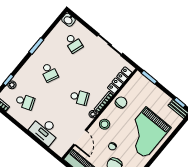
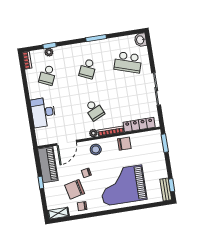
school desk: (73, 43) -> (128, 62), width x1.85
school desk: (25, 102) -> (48, 75), turned 45

